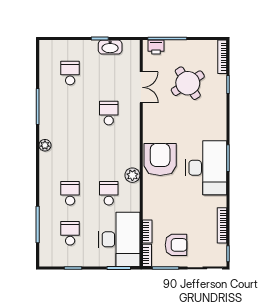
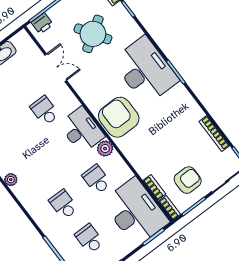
desk: (125, 148) -> (82, 130), added
desk: (206, 168) -> (145, 70), moved

